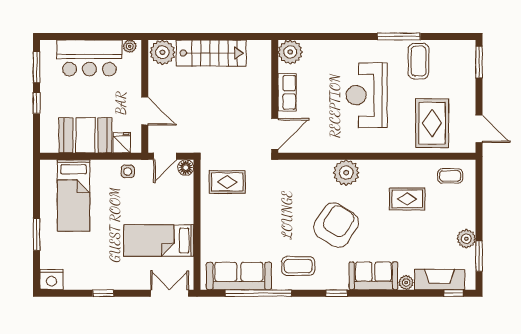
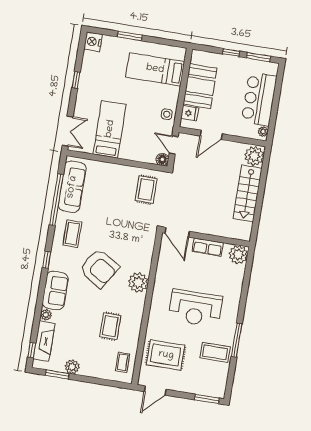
reception desk: (367, 95) -> (195, 308), turned 180

